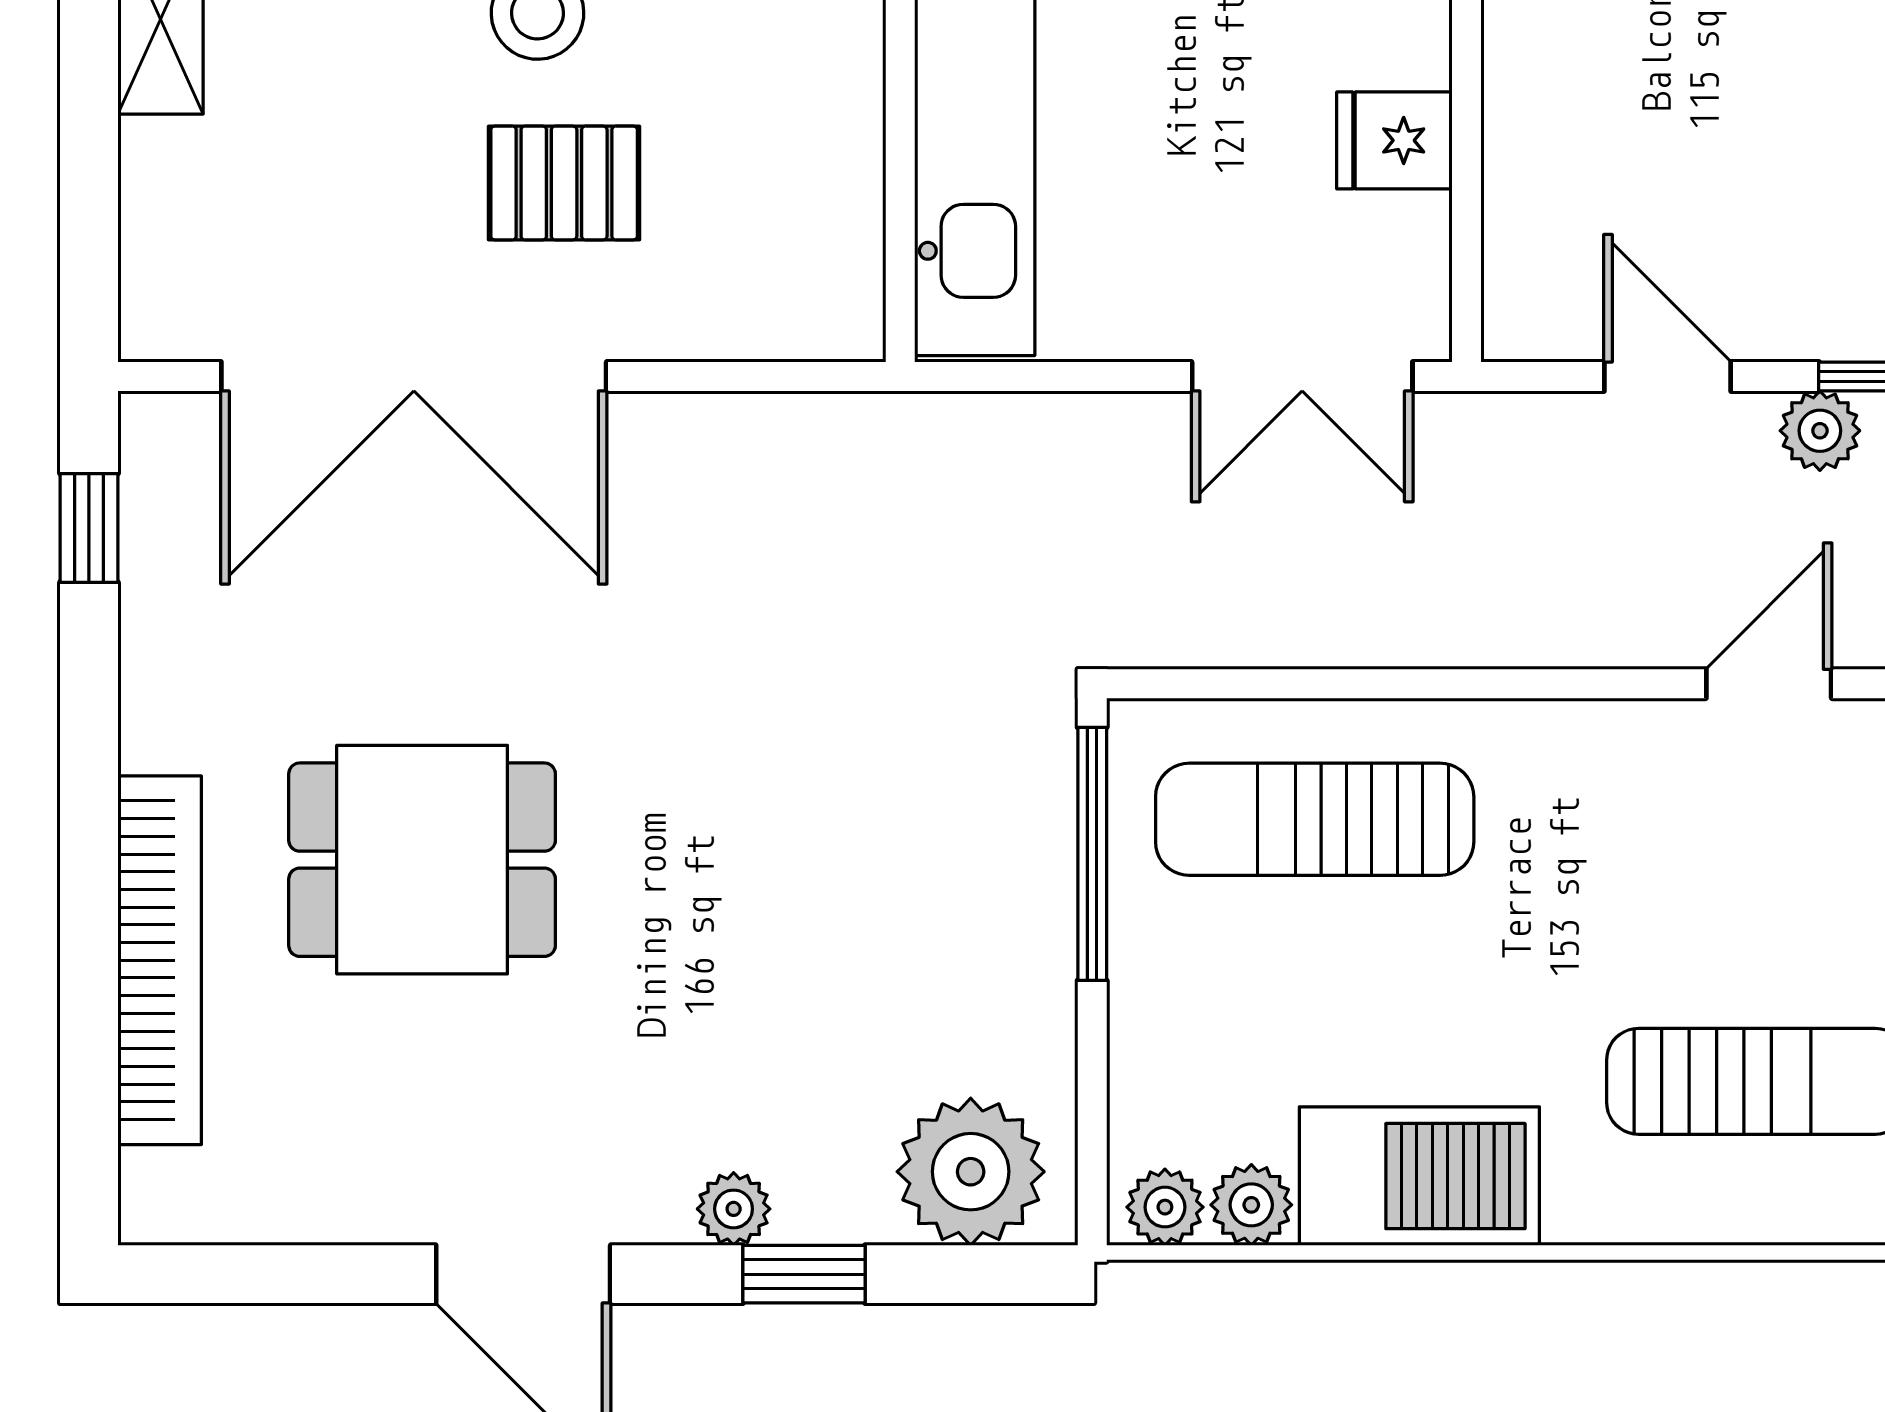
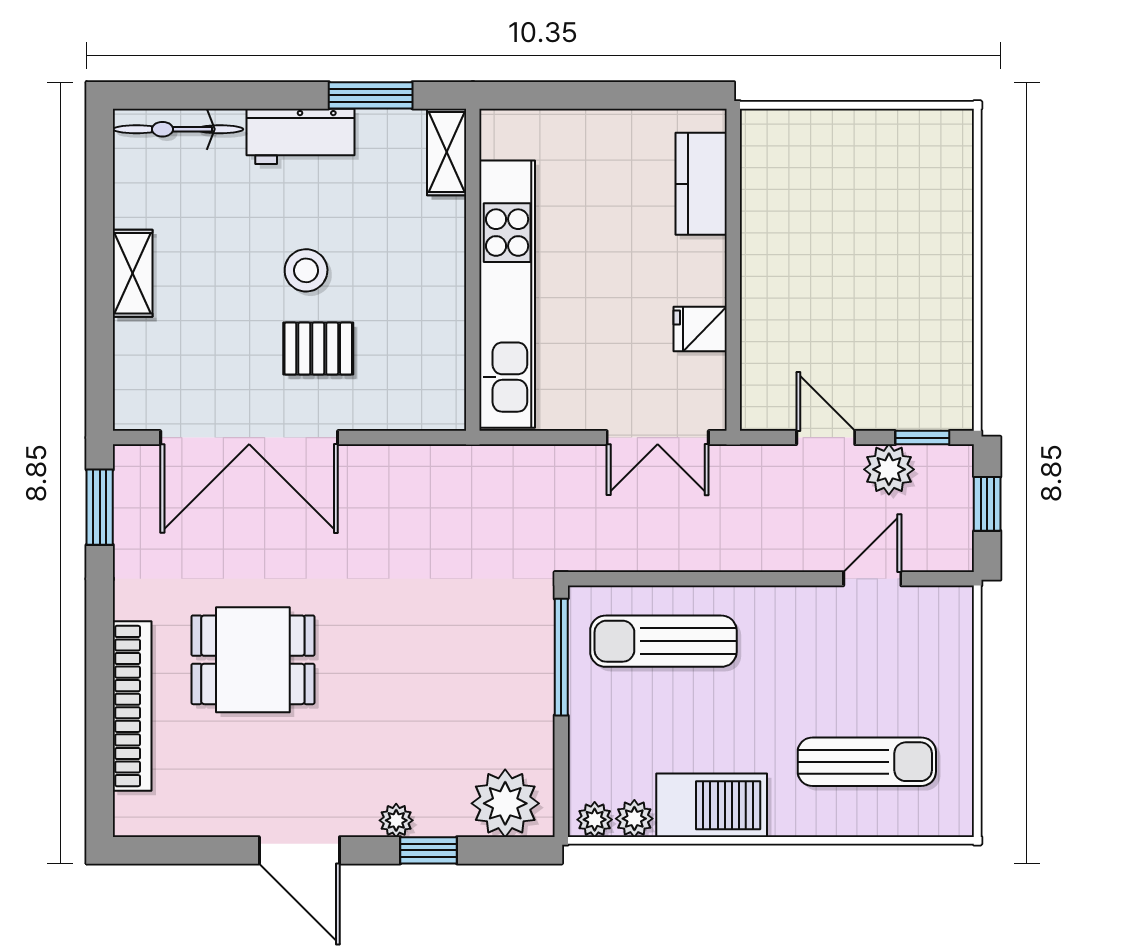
plant: (1820, 431) -> (889, 469), width x1.38, depth x1.38
window: (89, 528) -> (100, 507), width x1.50

